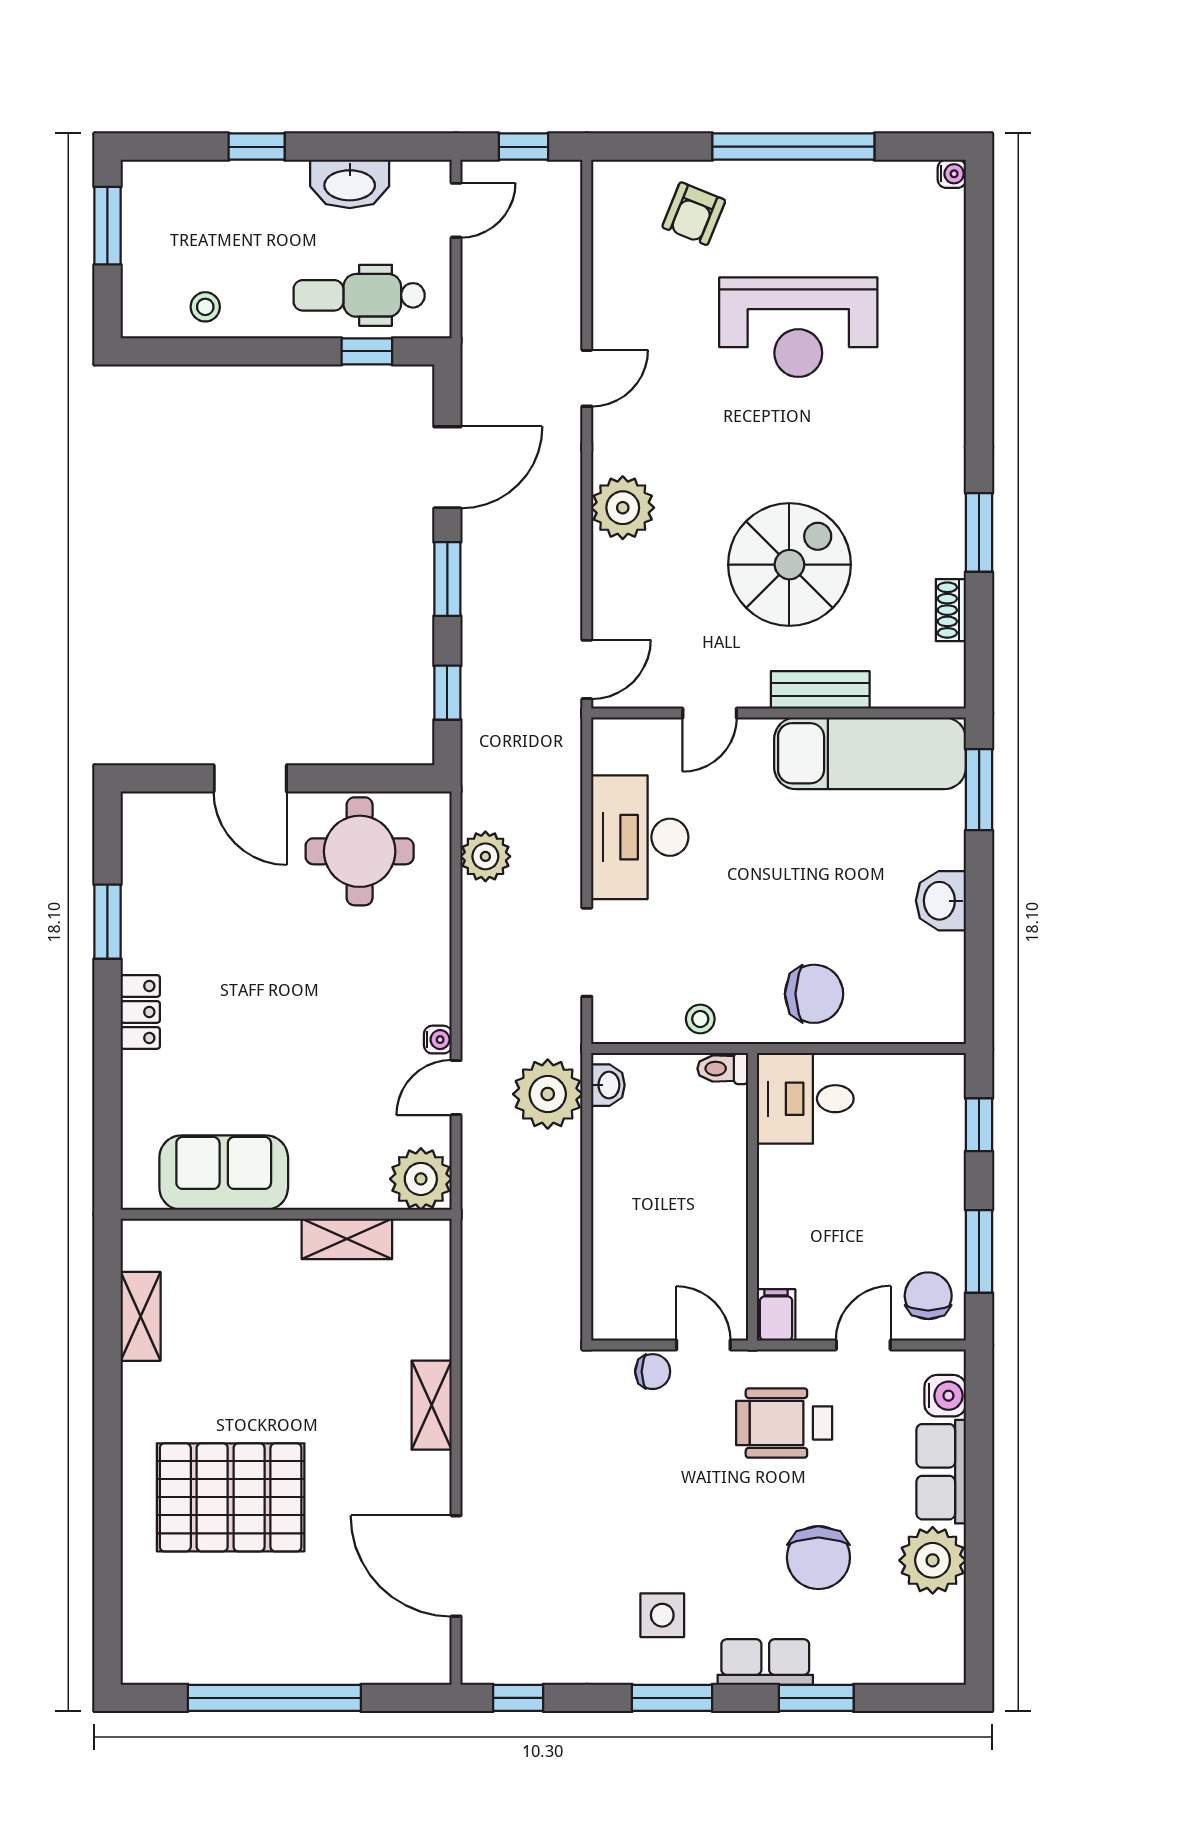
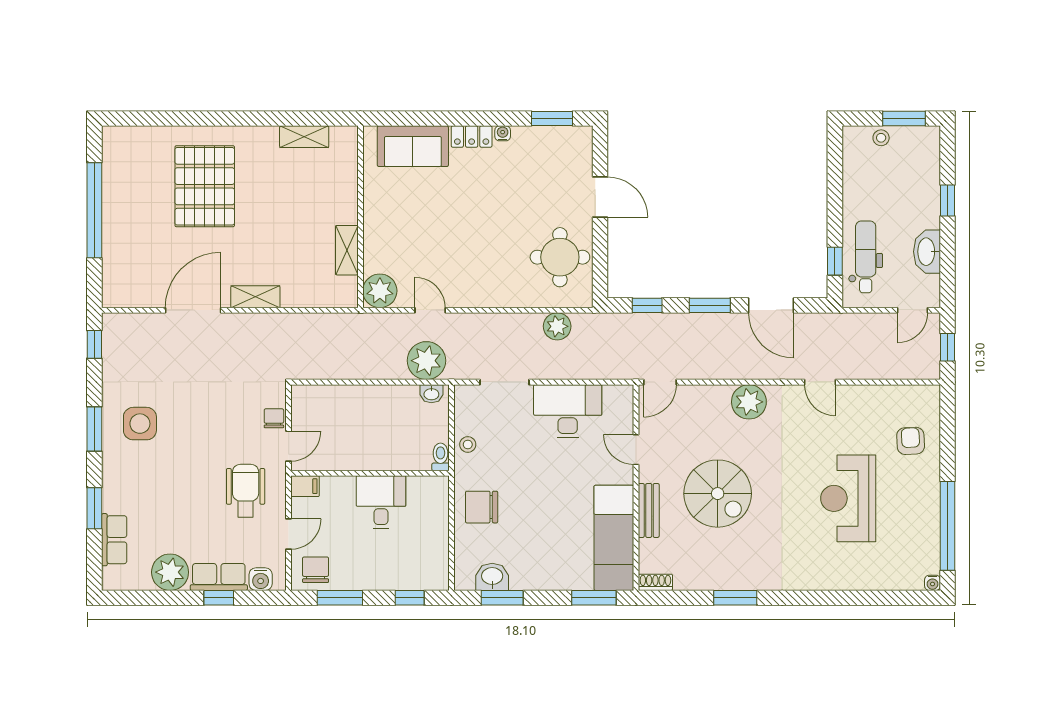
window: (793, 147) -> (947, 526), moved
door: (456, 210) -> (912, 310), hinge flipped
armchair: (694, 214) -> (911, 441), turned 65
stool: (205, 307) -> (881, 138), moved
shoe rack: (951, 610) -> (655, 582), moved
door: (587, 669) -> (660, 382), hinge flipped
door: (250, 778) -> (600, 197), swing flipped
washbasin: (941, 901) -> (492, 577), moved
window: (107, 922) -> (552, 119), moved
window: (979, 956) -> (502, 598), added
chair: (814, 994) -> (482, 507), turned 90
water cooler: (438, 1040) -> (503, 133), moved, turned 180
desk: (805, 1099) -> (381, 502), moved
sofa: (224, 1173) -> (413, 146), moved, turned 90
chair: (928, 1296) -> (316, 570), turned -90
door: (863, 1345) -> (289, 534), hinge flipped
chair: (653, 1372) -> (274, 418), turned 180
window: (979, 1472) -> (219, 598), added
chair: (818, 1558) -> (172, 509), removed
door: (456, 1566) -> (193, 310), moved
side table: (662, 1615) -> (140, 424), width x1.37, depth x1.37
row of seats: (765, 1662) -> (114, 540), moved

